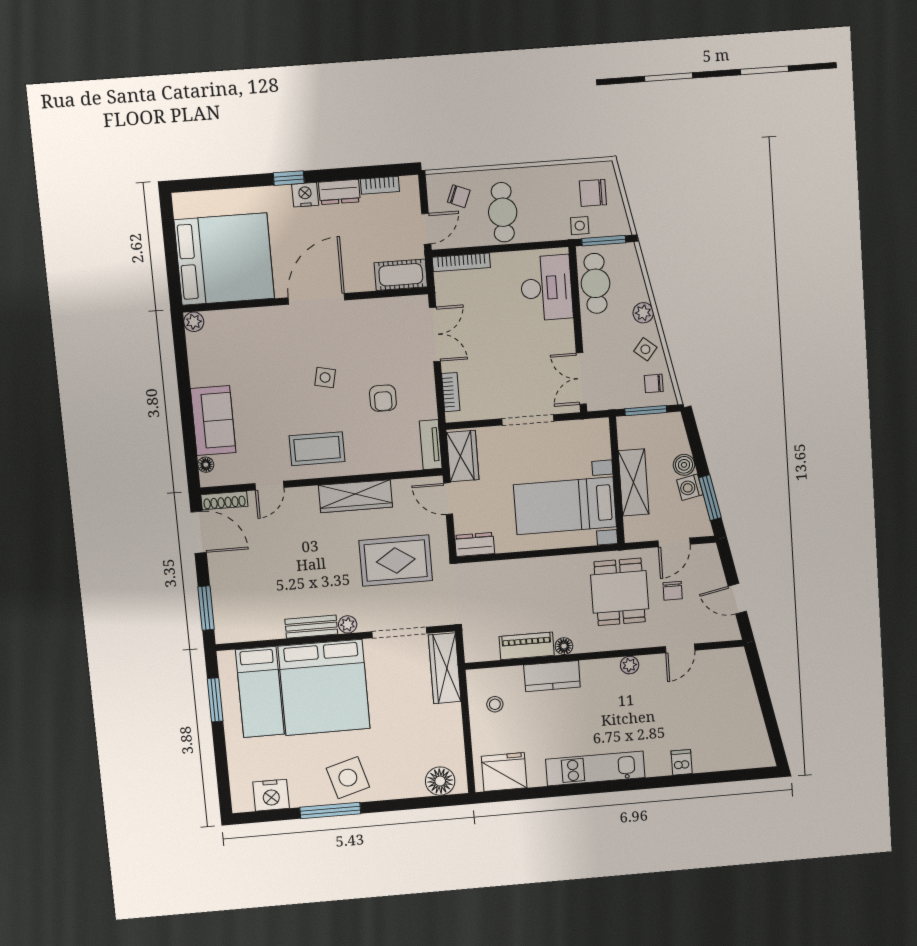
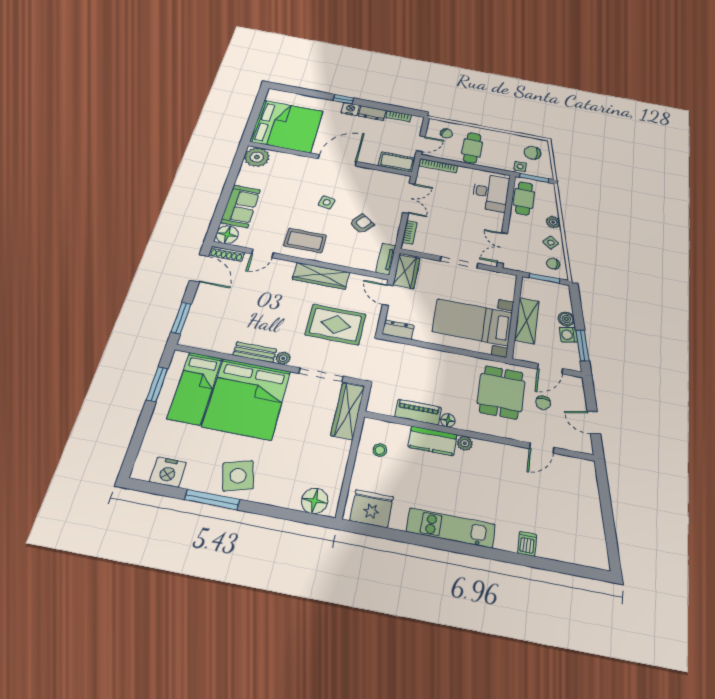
plant: (194, 322) -> (257, 157), width x1.87, depth x1.87
armchair: (383, 398) -> (362, 224), turned -142
floor lamp: (206, 465) -> (227, 235), width x1.89, depth x1.89
plant: (630, 665) -> (465, 443), moved

